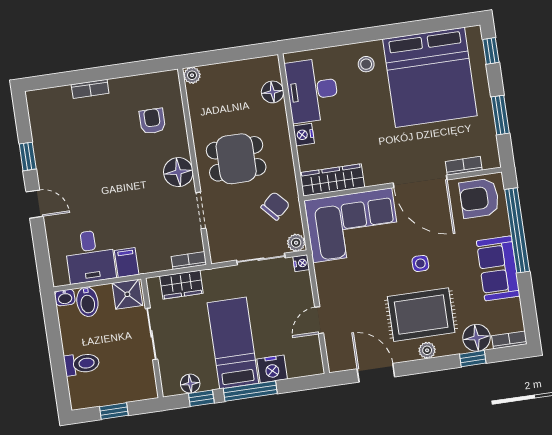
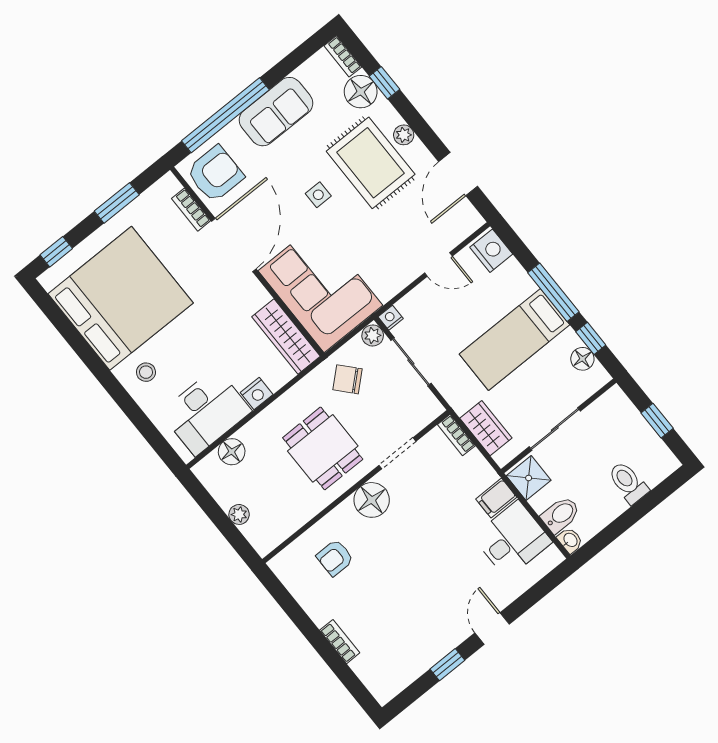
plant: (192, 75) -> (239, 514), moved
armchair: (479, 198) -> (215, 174), turned -90
nightstand: (272, 369) -> (491, 251), moved

